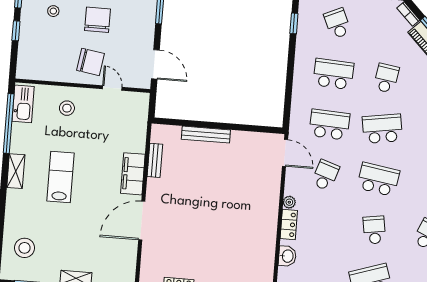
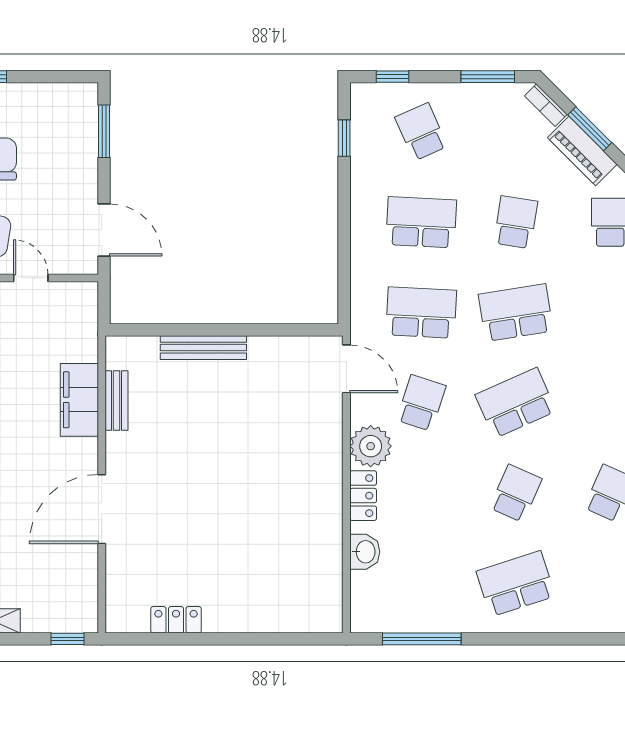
filing cabinet: (133, 174) -> (79, 400), moved
school desk: (378, 179) -> (516, 403), turned -33
plant: (289, 202) -> (371, 446), width x1.88, depth x1.88
school desk: (374, 230) -> (516, 493), turned 33

